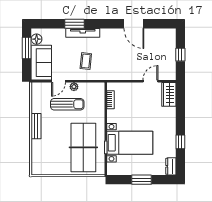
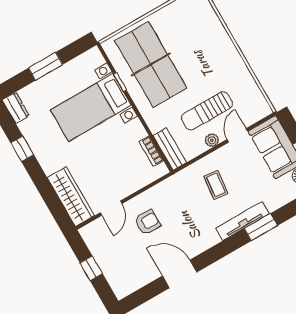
armchair: (135, 62) -> (147, 222), added
wardrobe: (169, 94) -> (71, 197), width x1.50
bench: (36, 126) -> (170, 149), moved

